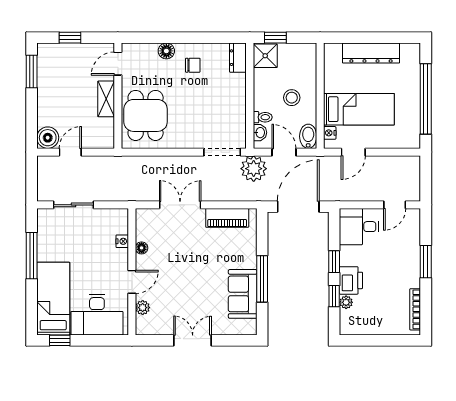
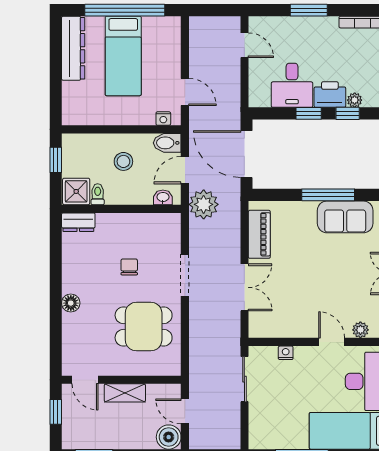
window: (275, 38) -> (56, 160), moved
dresser: (371, 53) -> (73, 48), moved
door: (118, 64) -> (85, 380), moved
chair: (193, 65) -> (129, 267), moved
wall: (118, 96) -> (121, 380), moved
shelving: (106, 99) -> (125, 393), moved
bed: (359, 109) -> (123, 56), moved, turned 180
toilet: (263, 117) -> (98, 194), moved
doorway: (222, 152) -> (185, 275), moved
sliding door: (74, 205) -> (244, 379), moved
double door: (180, 205) -> (244, 287), swing flipped
desk: (359, 227) -> (292, 85), moved
floor lamp: (142, 248) -> (293, 331), removed

